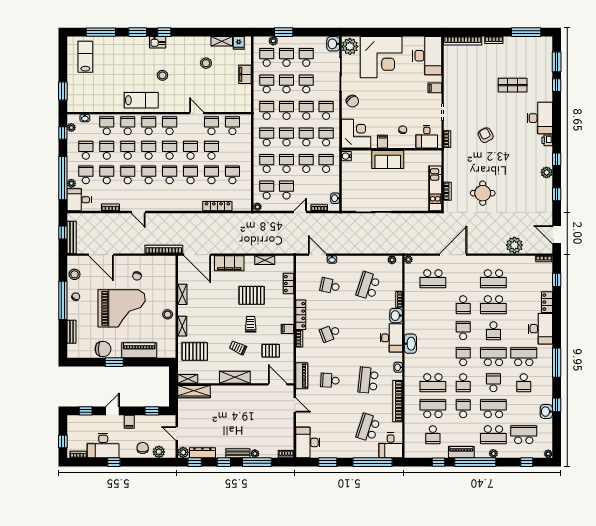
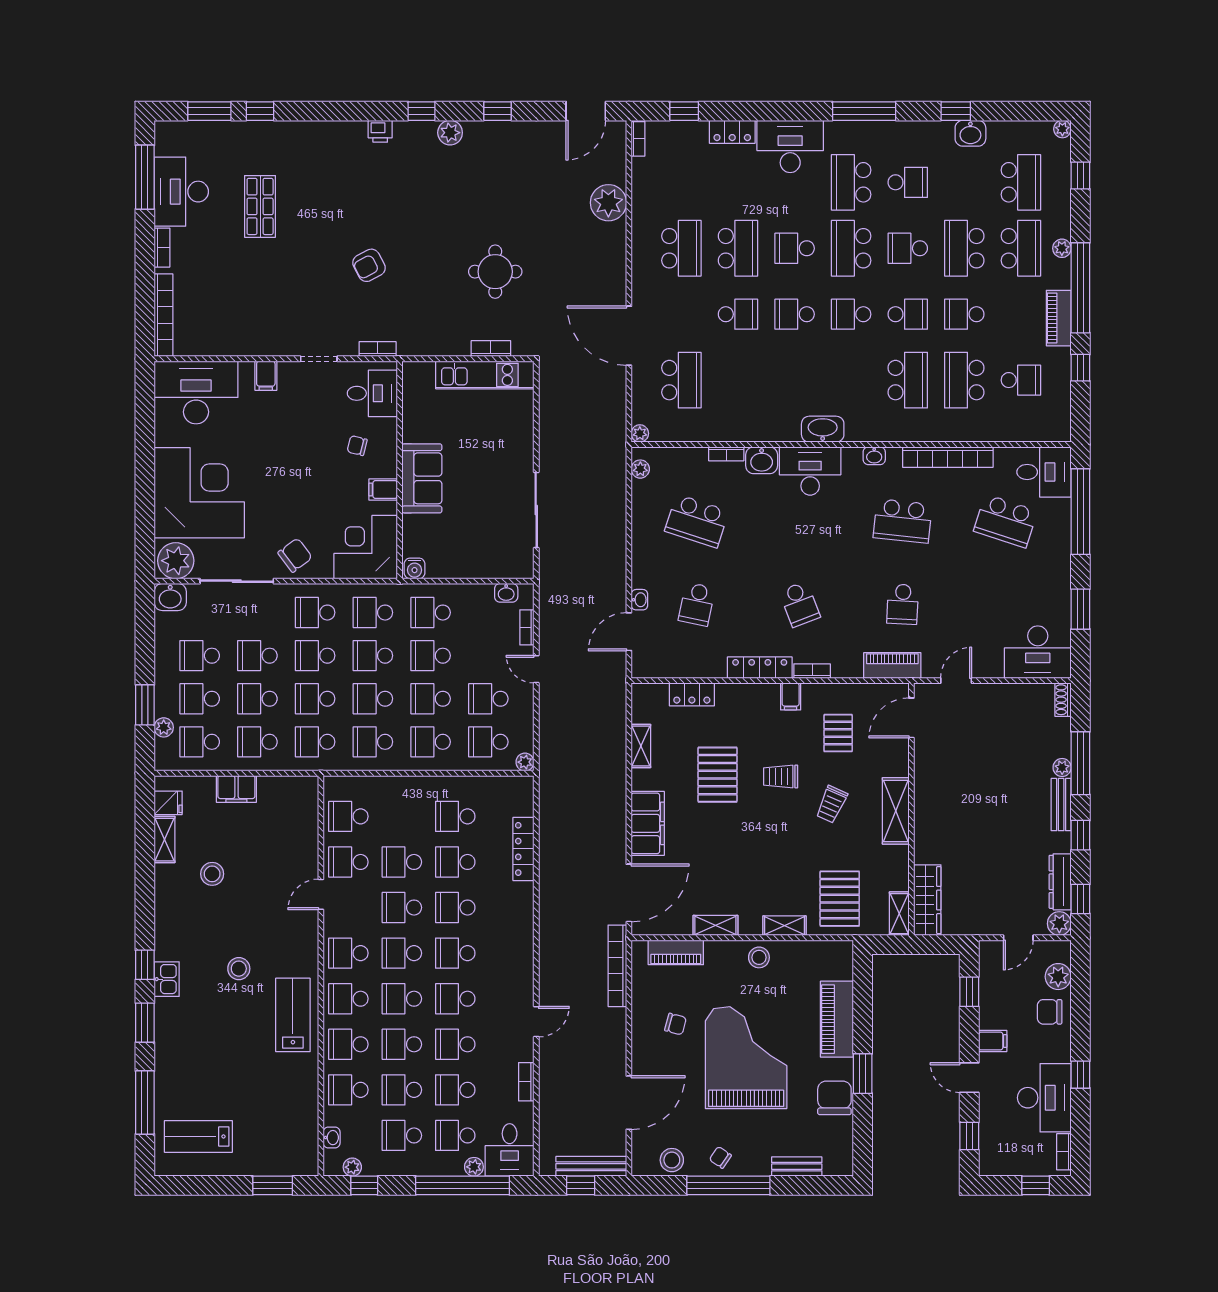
desk: (540, 118) -> (181, 192), moved, turned -90
piano: (170, 276) -> (676, 952), added
school desk: (493, 331) -> (795, 248), turned 180
school desk: (524, 435) -> (1021, 182), turned 180

